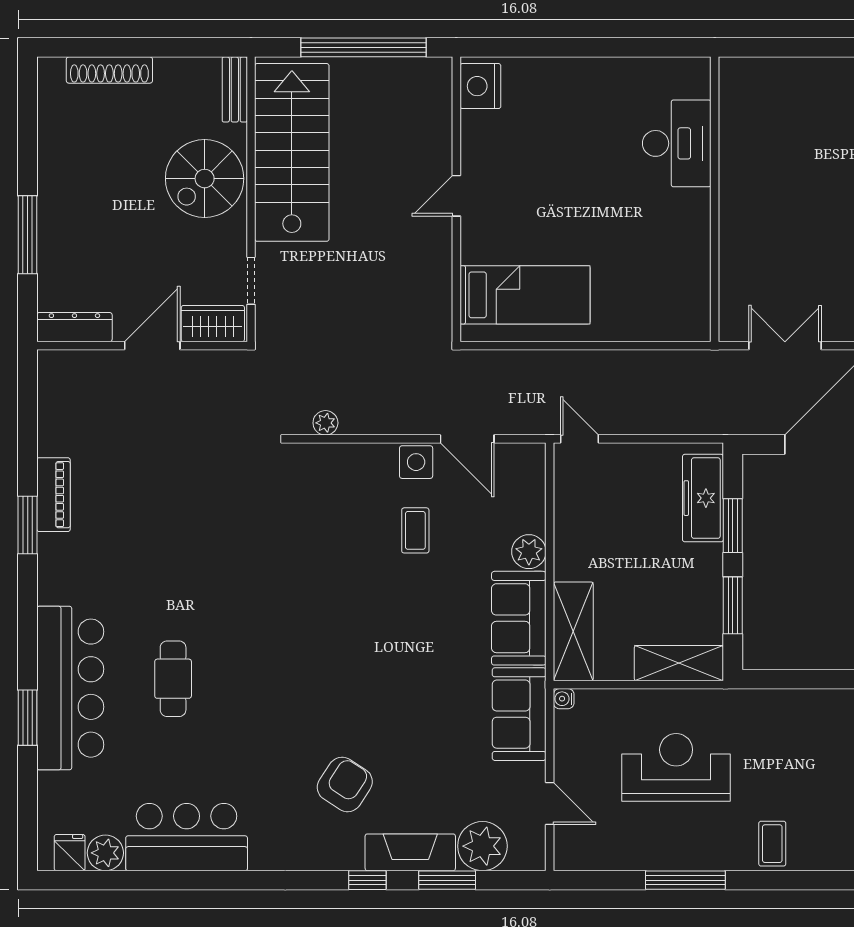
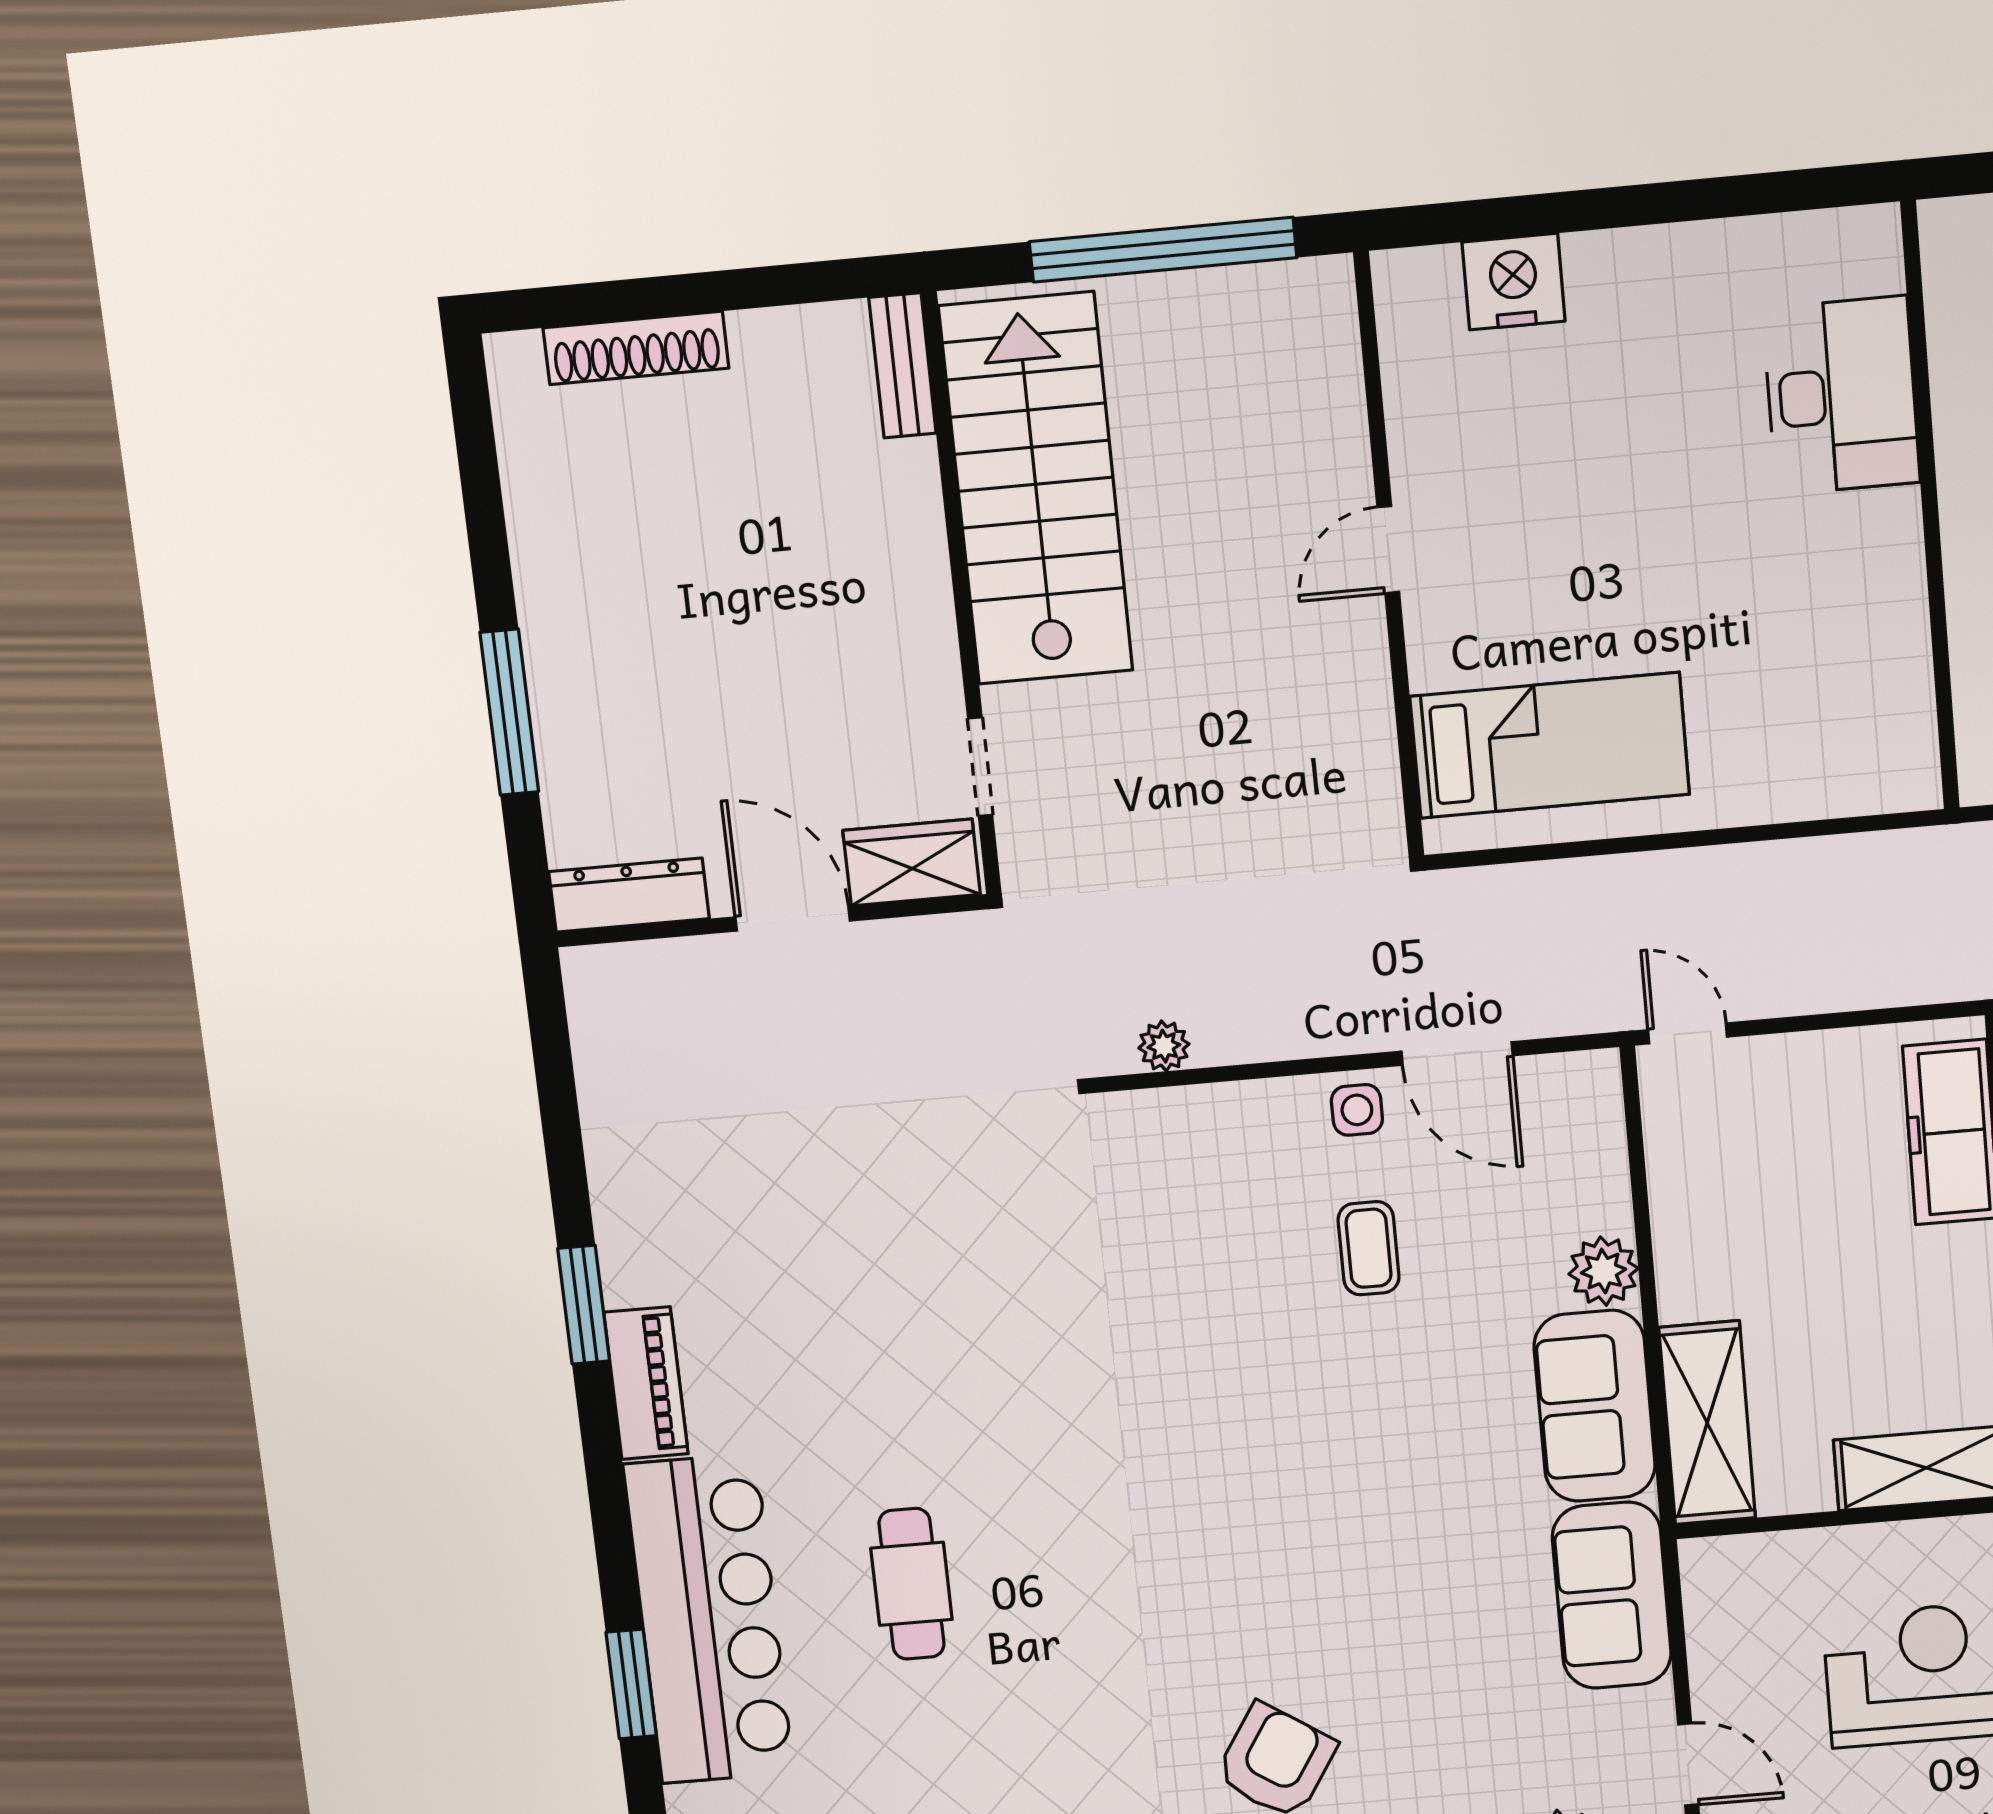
nightstand: (480, 86) -> (1514, 282), moved, turned 90
spiral stairs: (205, 179) -> (861, 561), removed
door: (152, 346) -> (793, 919), hinge flipped
side table: (416, 462) -> (1357, 1110), width x0.73, depth x0.73
piano: (53, 495) -> (646, 1383), moved
water cooler: (564, 699) -> (1699, 1557), removed

